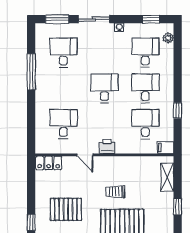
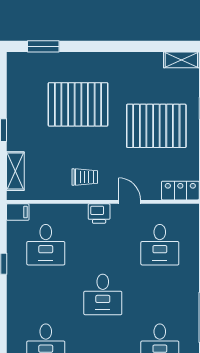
desk: (145, 88) -> (46, 294), removed
trolley: (115, 192) -> (85, 177), moved
pallet: (66, 209) -> (156, 126), width x1.37, depth x1.41

